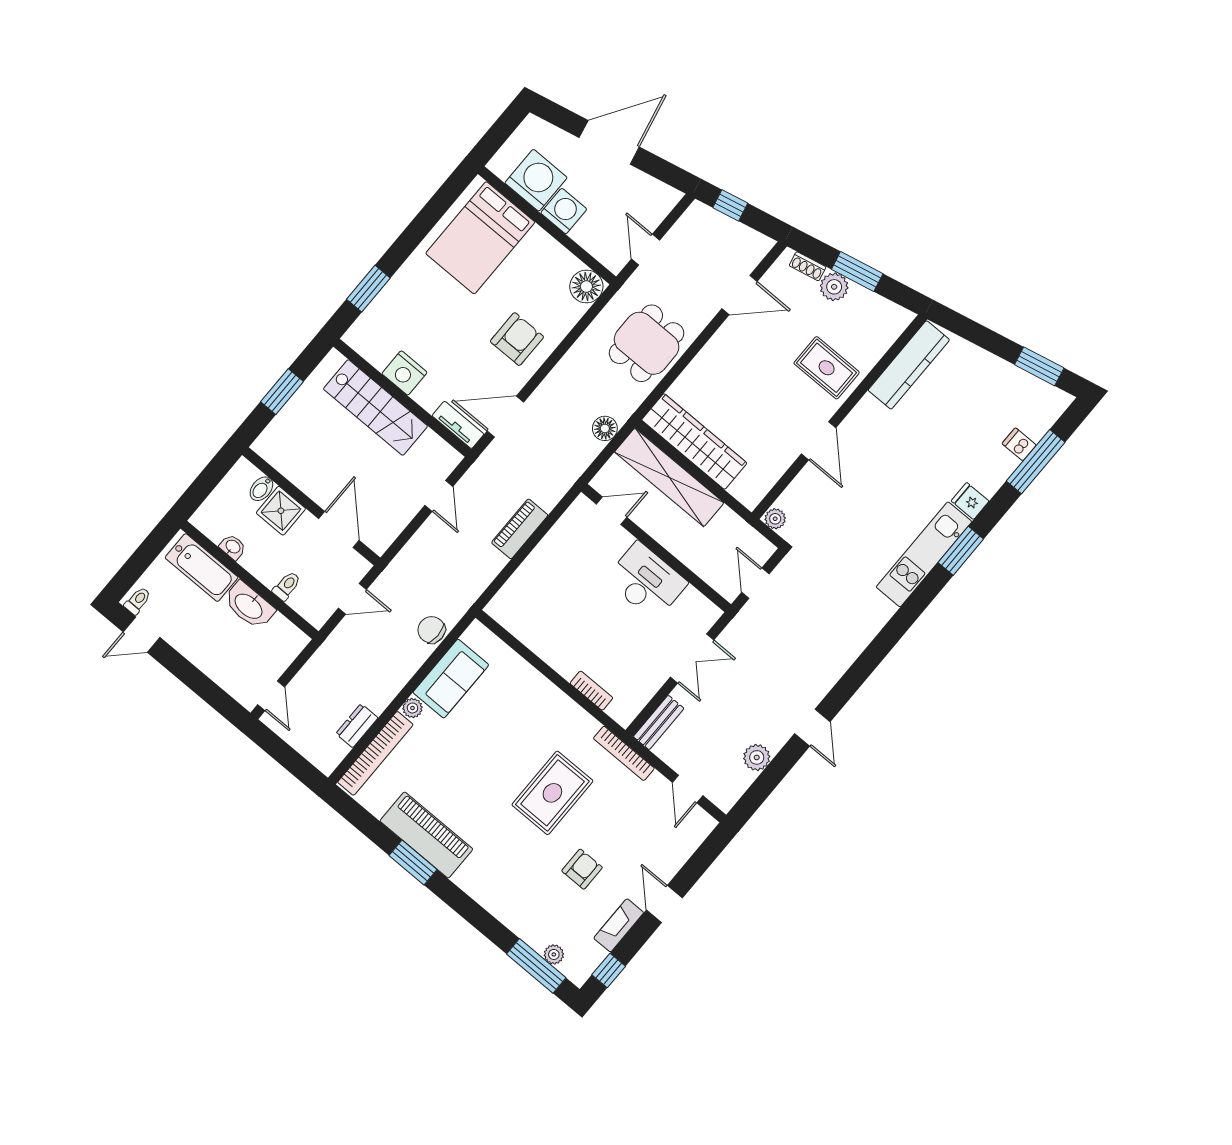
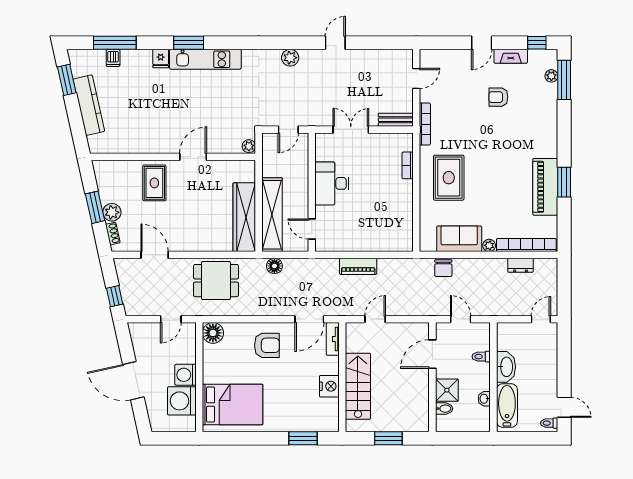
armchair: (517, 339) -> (267, 345), turned 180
kitchen counter: (909, 365) -> (89, 105), moved, turned 78
door: (505, 417) -> (309, 319), hinge flipped
plant: (757, 757) -> (290, 58), moved
rug: (552, 793) -> (449, 178), moved, turned 90

